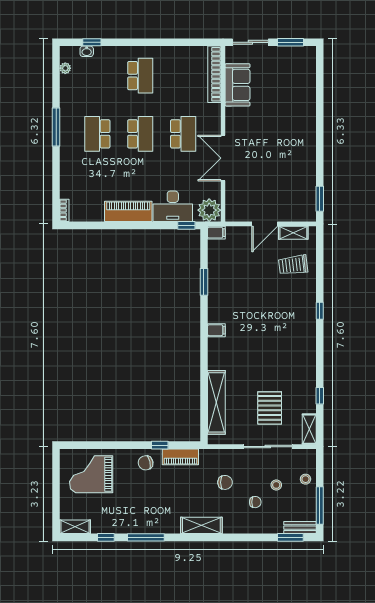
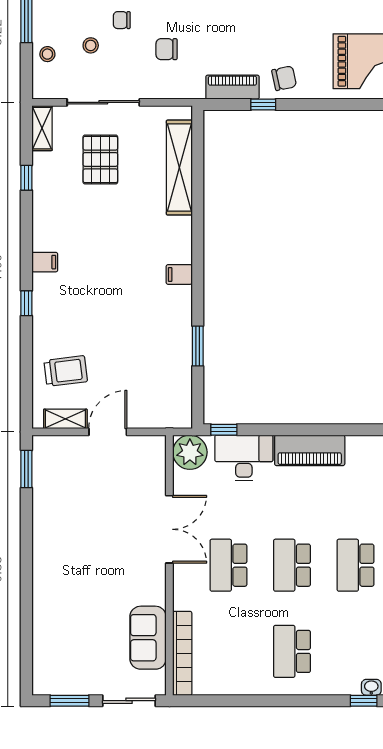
school desk: (97, 134) -> (356, 565), turned 180
filing cabinet: (216, 233) -> (45, 262), moved, turned 180

